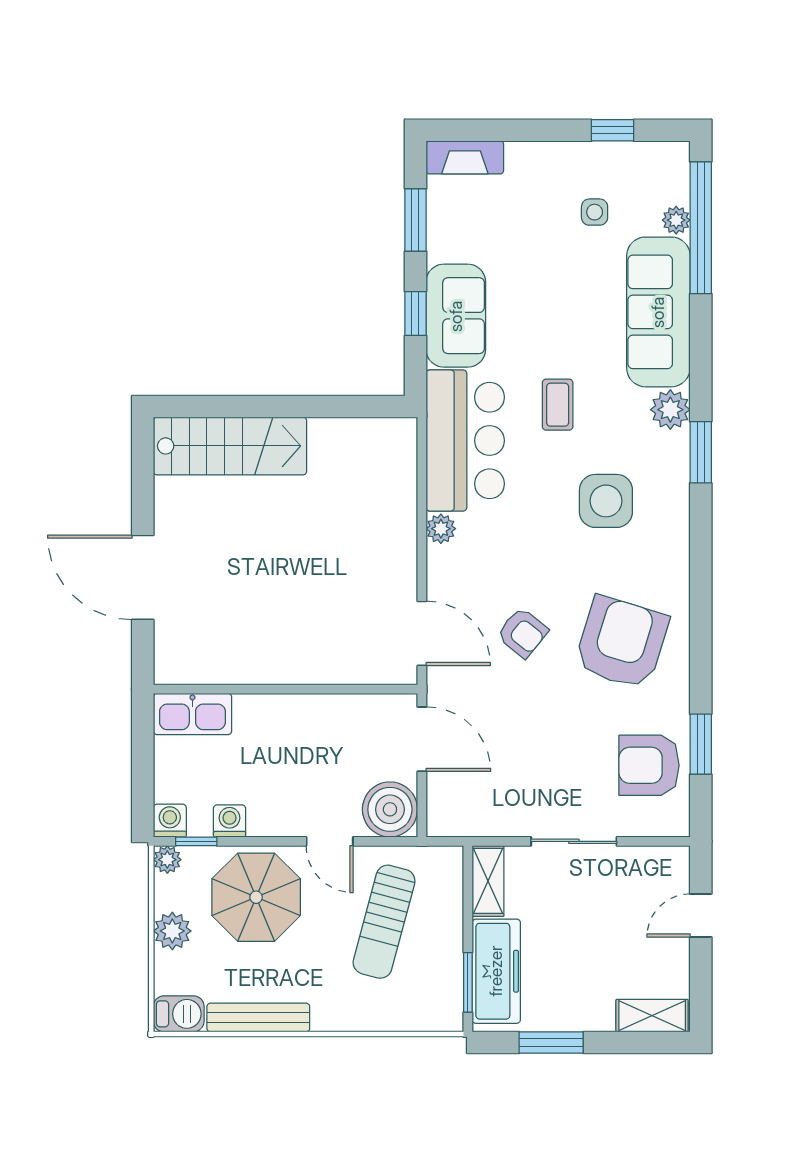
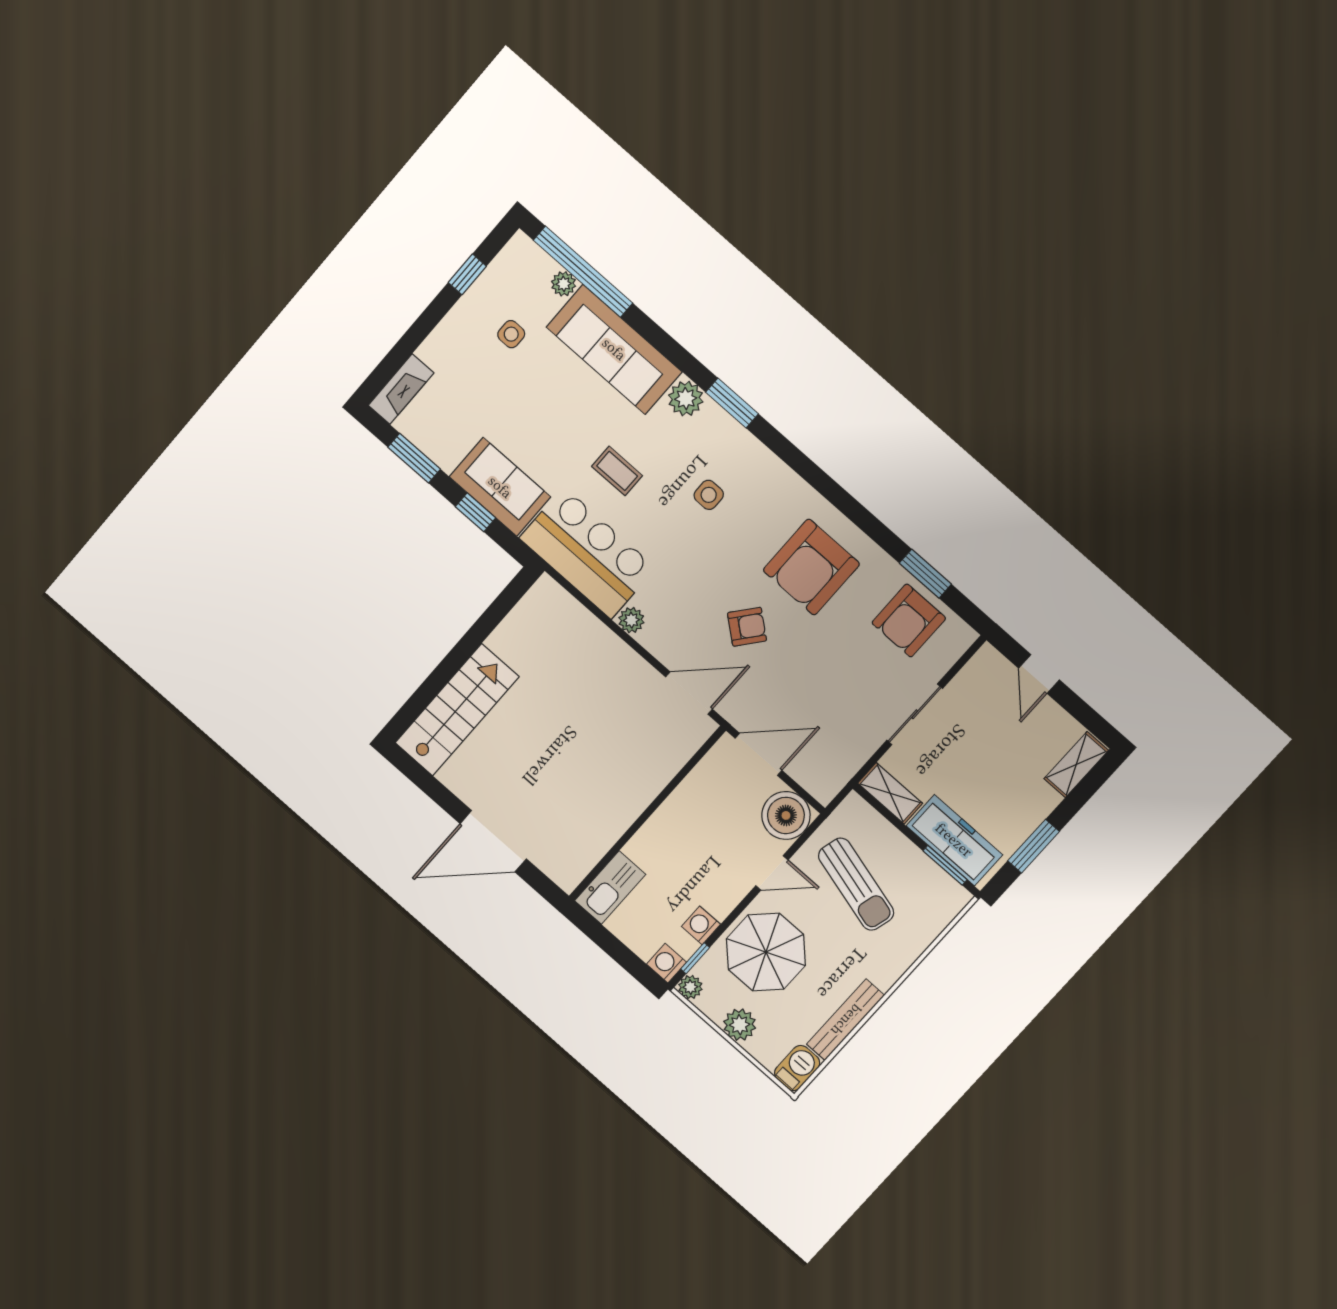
side table: (606, 501) -> (709, 495), width x0.54, depth x0.54
armchair: (622, 642) -> (811, 567), turned -107

